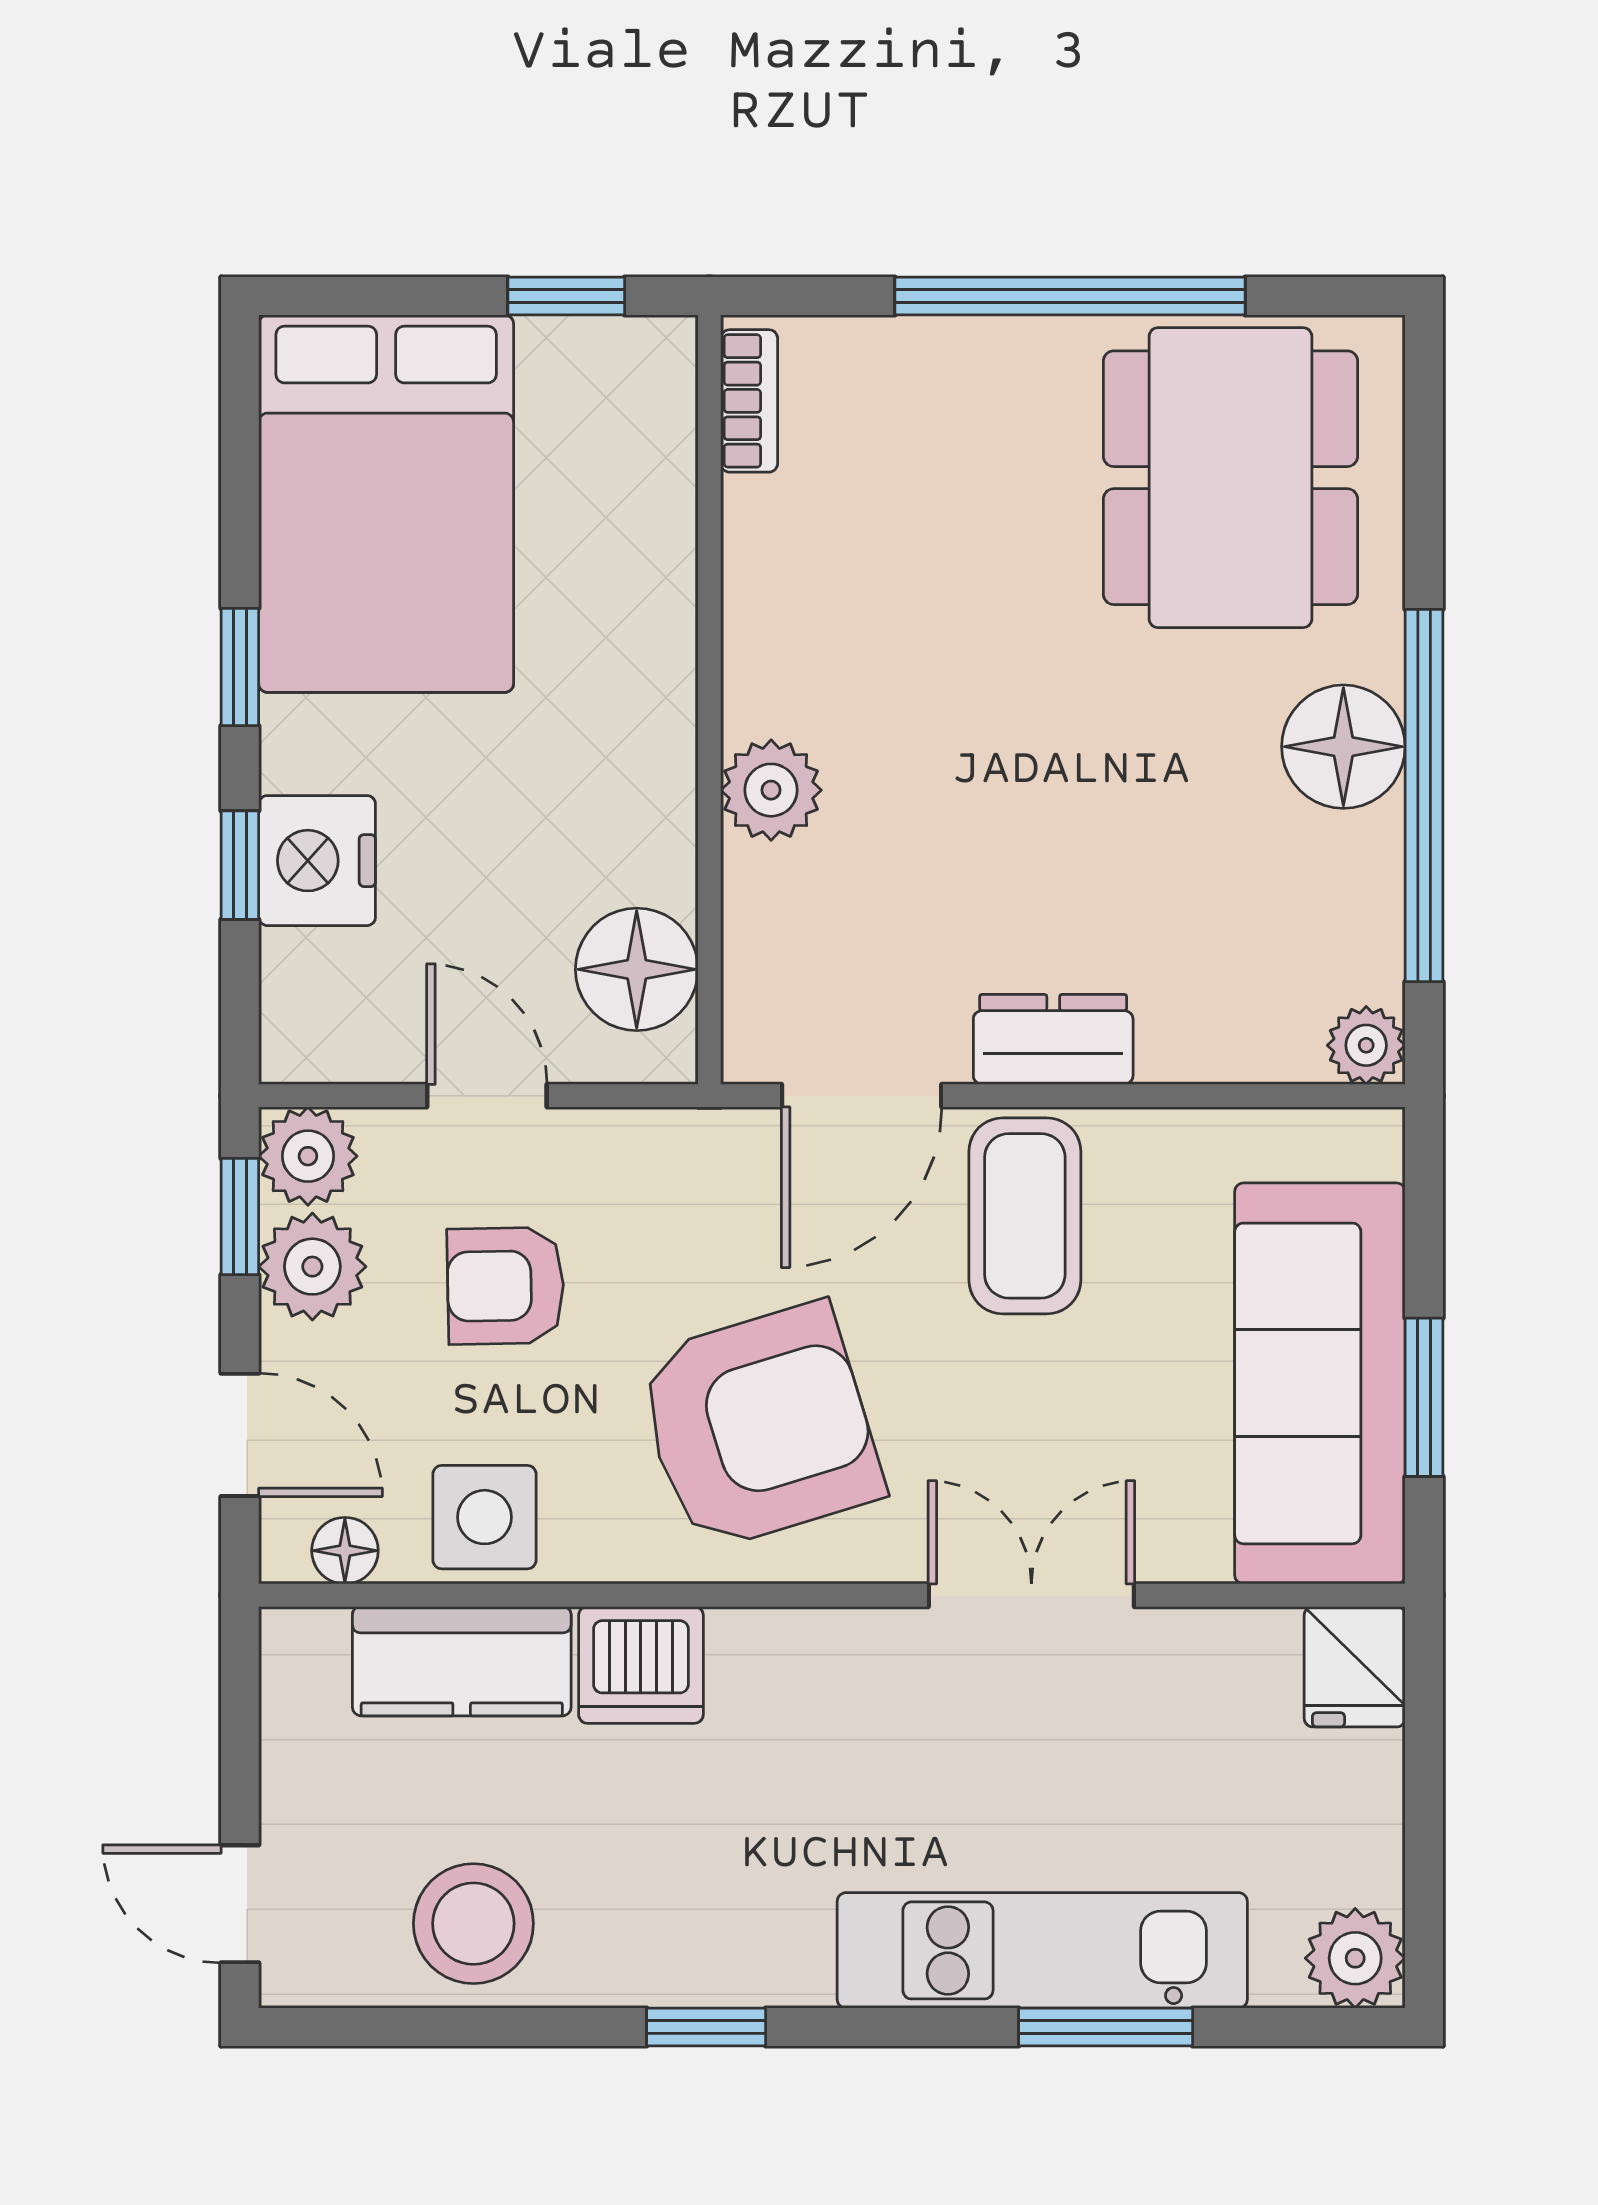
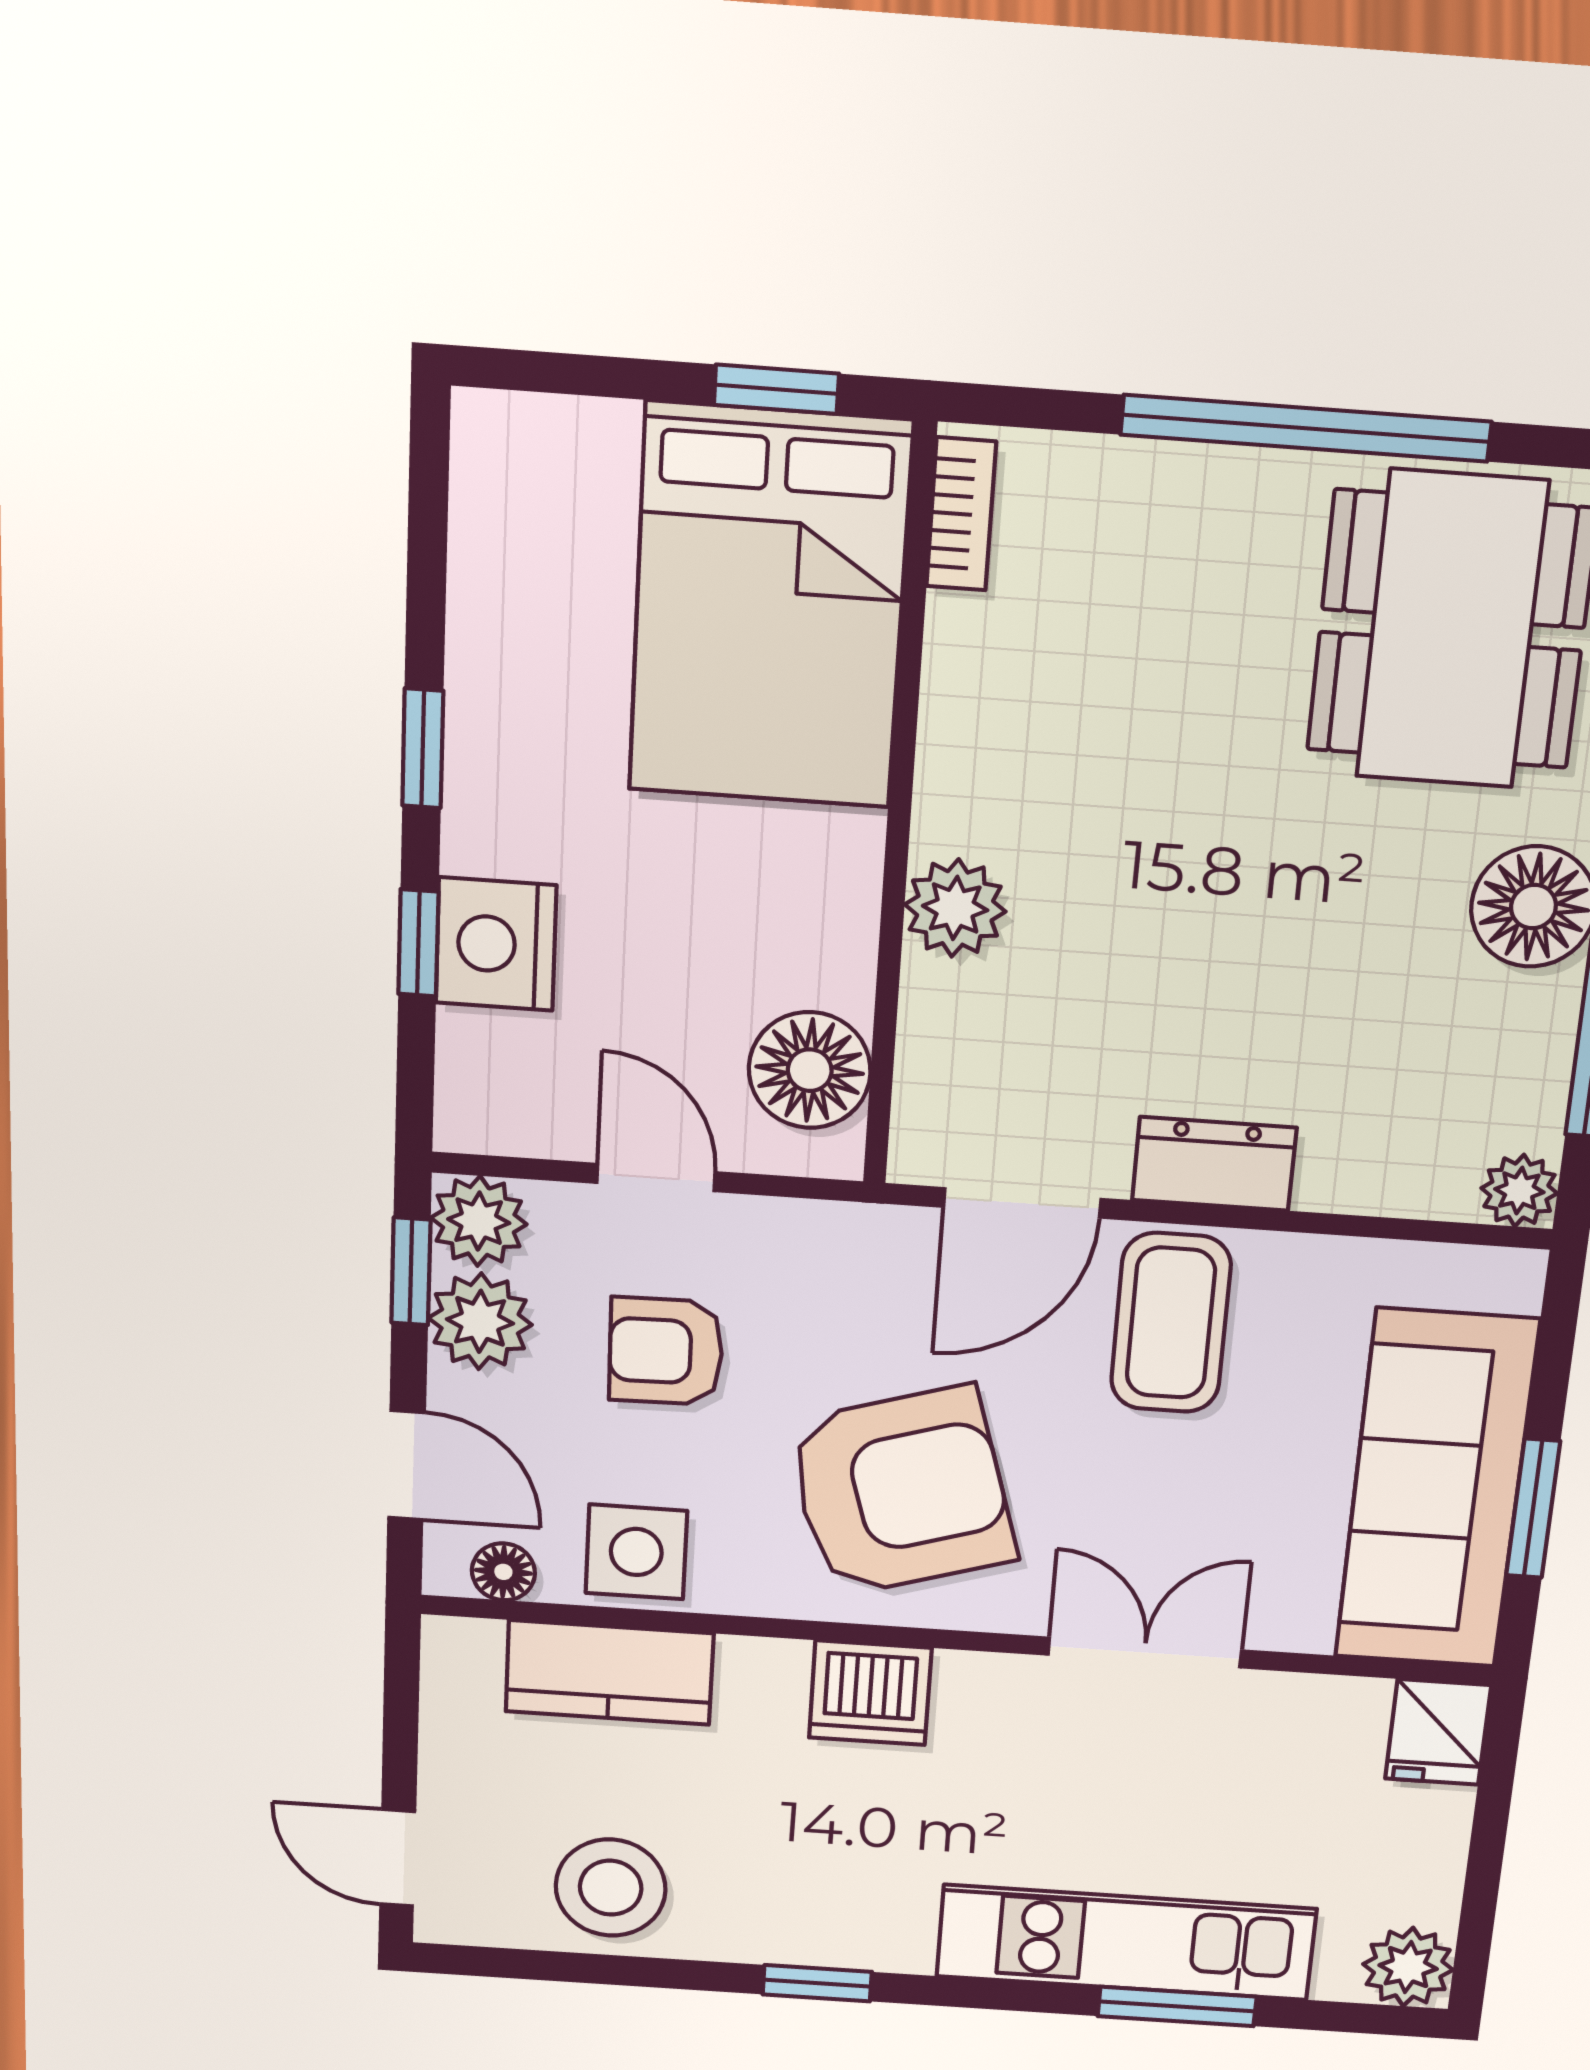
bed: (386, 504) -> (769, 607), moved
dishwasher: (641, 1665) -> (870, 1693), moved

